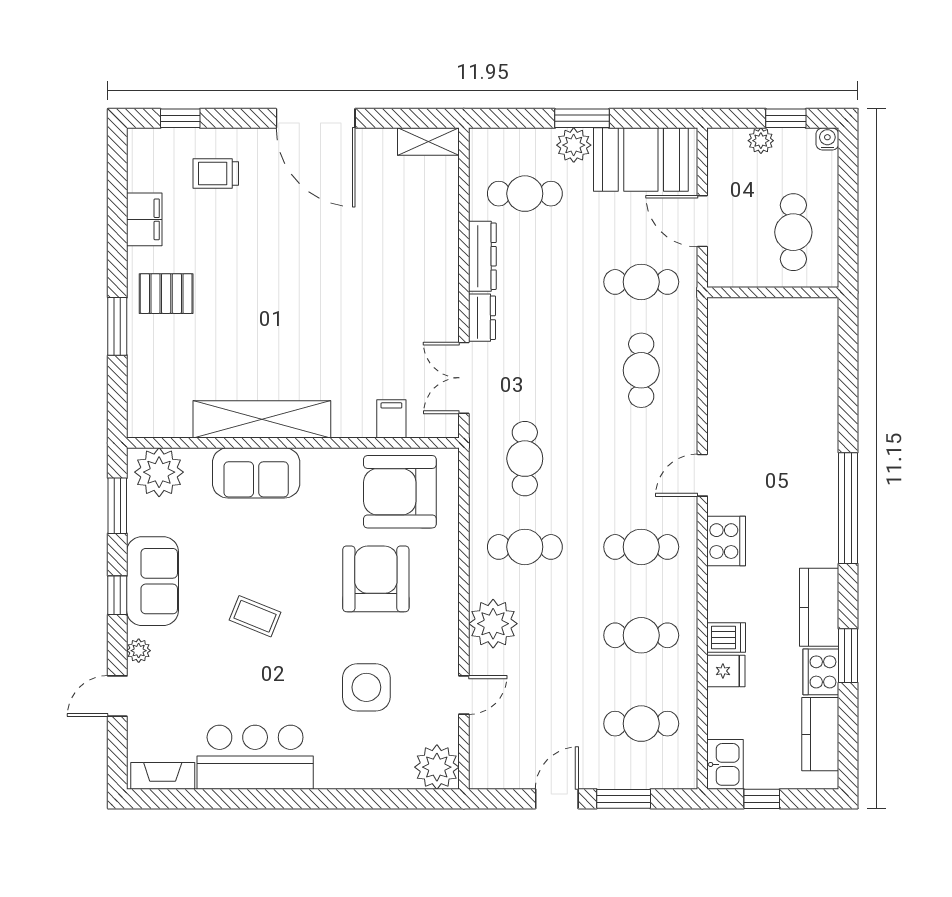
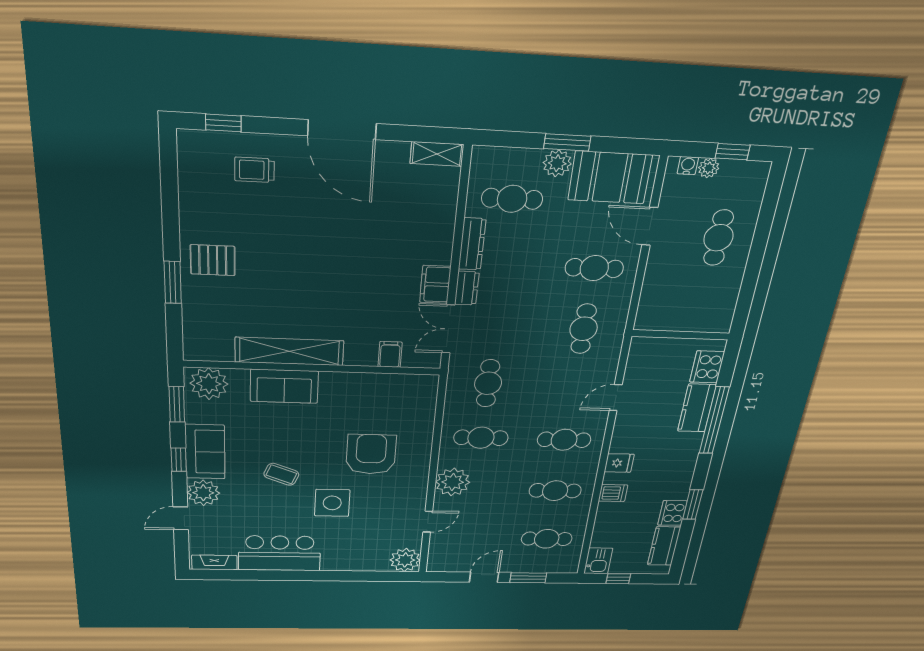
water cooler: (827, 139) -> (688, 166), moved
filing cabinet: (144, 219) -> (435, 284), moved, turned 180
wall: (773, 292) -> (681, 335), moved
armchair: (400, 492) -> (393, 401), removed
cooker: (726, 541) -> (707, 367), moved, turned 180
kitchen counter: (819, 607) -> (697, 408), moved
plant: (139, 651) -> (203, 493), width x1.87, depth x1.87
fridge: (726, 671) -> (619, 463), moved
side table: (366, 687) -> (332, 503), moved

